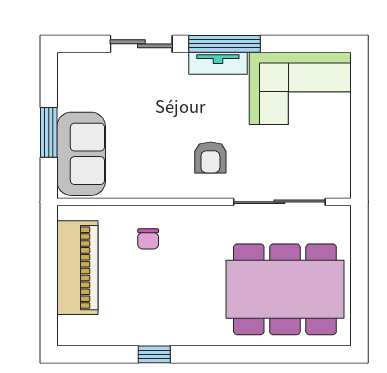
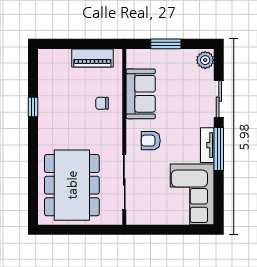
plant: (76, 67) -> (205, 60), added
sofa: (81, 154) -> (141, 94), moved, turned -90
piano: (77, 268) -> (92, 58), width x0.73, depth x0.75

